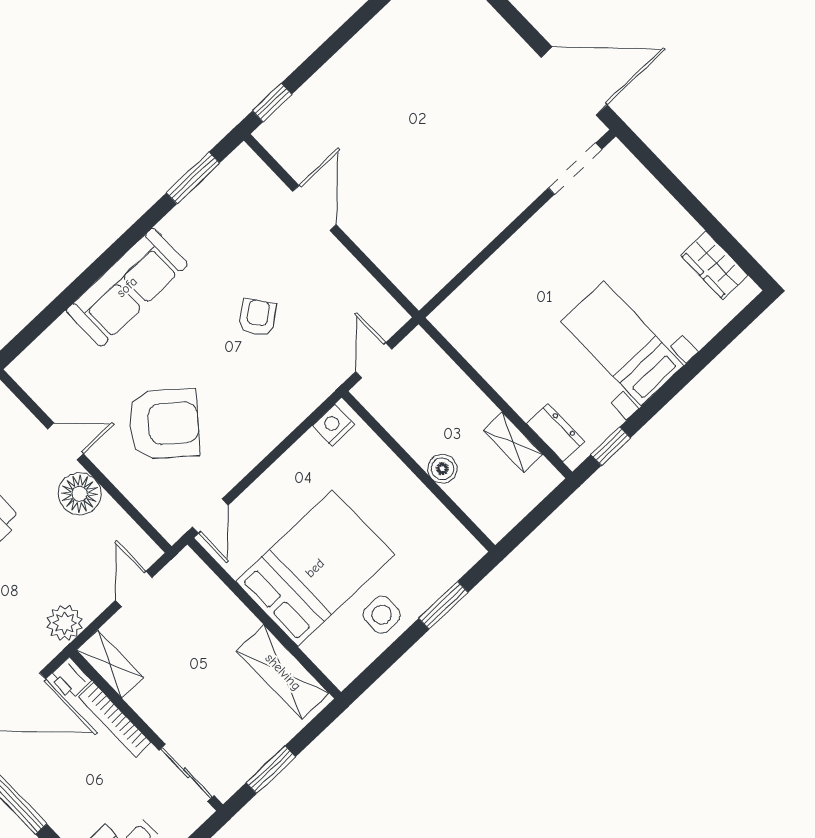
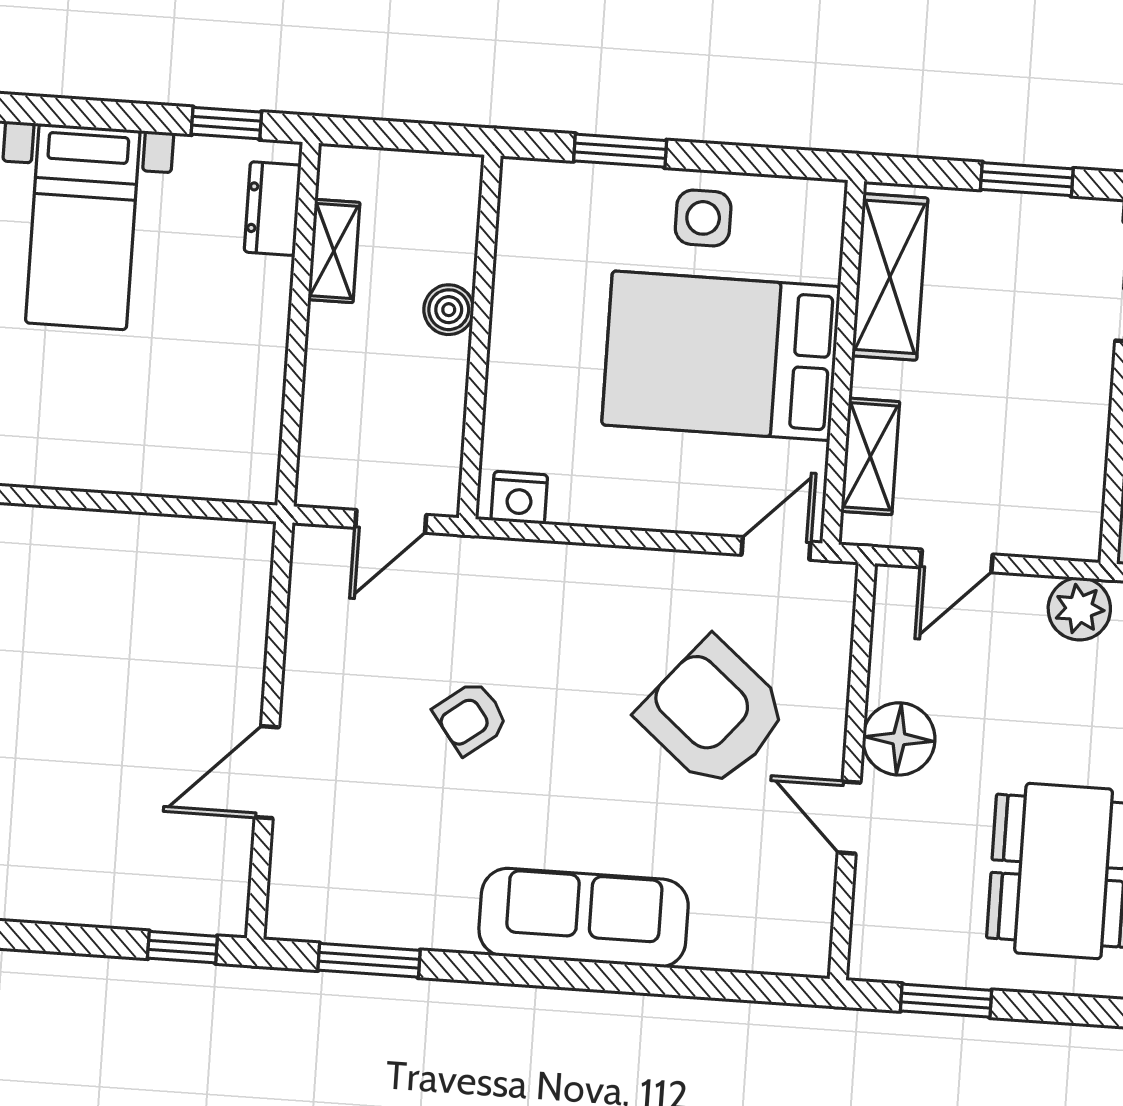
shelving: (110, 664) -> (870, 456), moved

